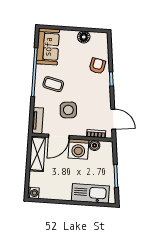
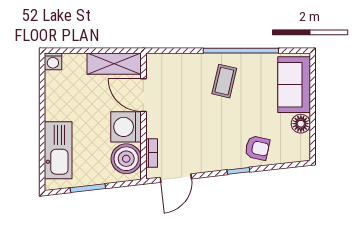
sofa: (48, 47) -> (294, 85), moved, turned 90
side table: (68, 110) -> (186, 107), removed
tv unit: (38, 121) -> (166, 60), removed
boiler: (95, 145) -> (126, 159), width x1.86, depth x1.86

